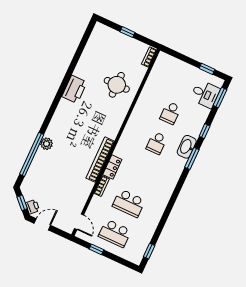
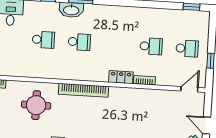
bookcase: (100, 160) -> (84, 90), moved
school desk: (129, 203) -> (151, 46), width x0.54
school desk: (115, 233) -> (187, 48), width x0.54

